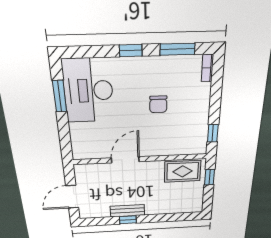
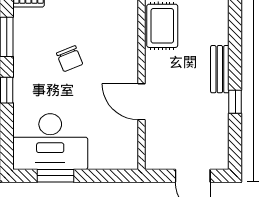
chair: (158, 104) -> (70, 59), turned 68
bench: (127, 211) -> (220, 69), moved

